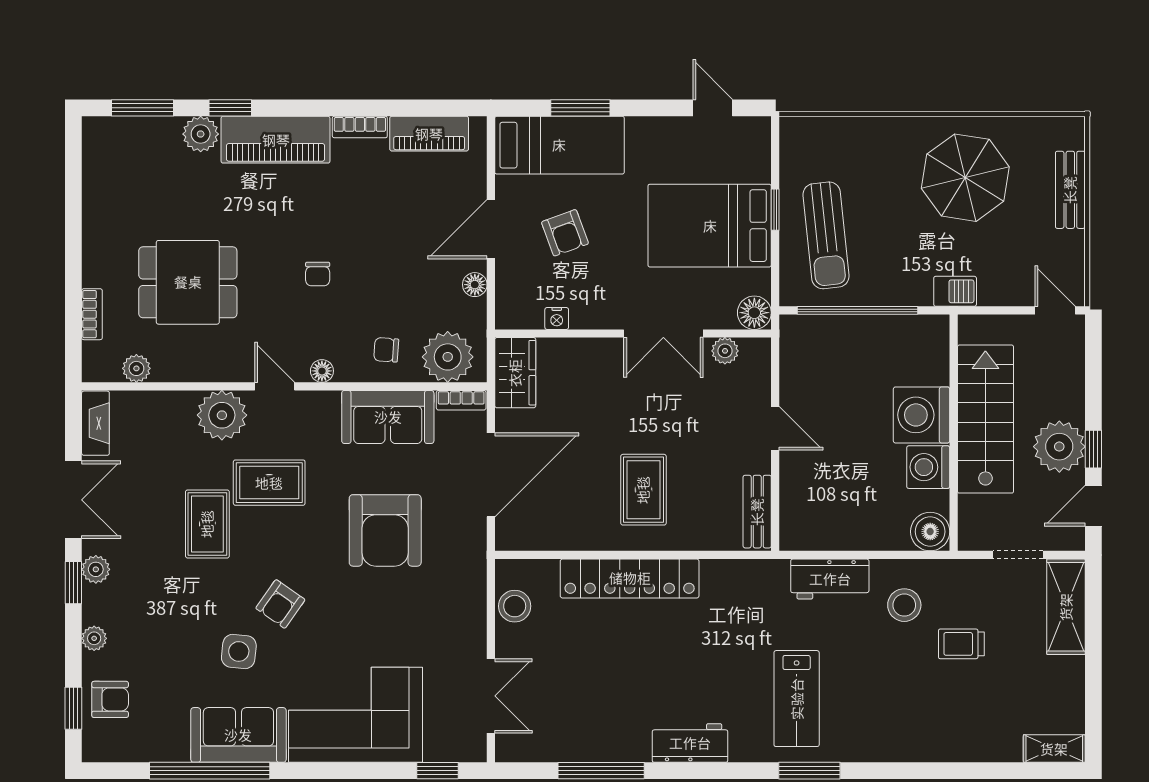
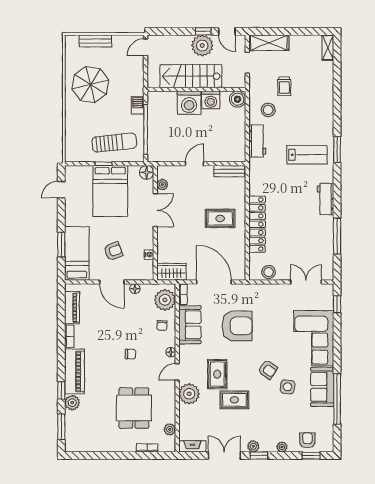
barbecue: (955, 291) -> (138, 105), moved

